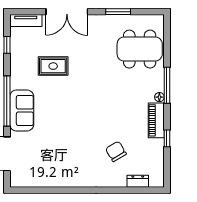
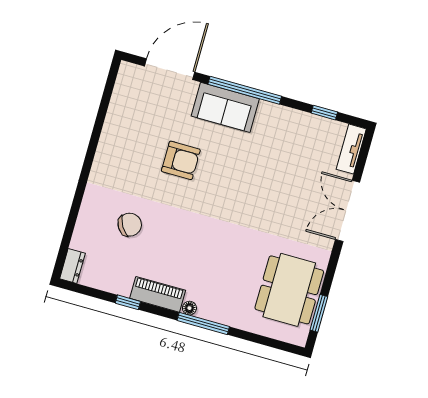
window: (118, 12) -> (319, 313), moved
dining table: (140, 49) -> (289, 290), moved
rug: (53, 66) -> (276, 170), removed
armchair: (65, 130) -> (181, 160), added
dresser: (138, 181) -> (72, 266), moved

